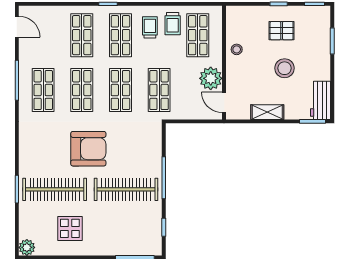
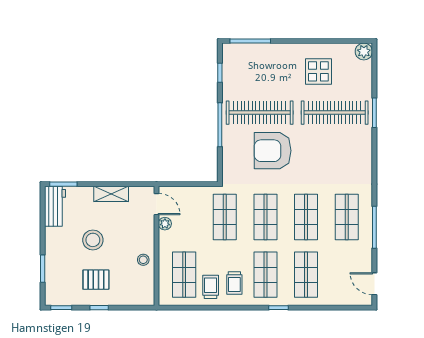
plant: (211, 78) -> (165, 224), width x0.53, depth x0.53
armchair: (88, 149) -> (273, 151), moved

